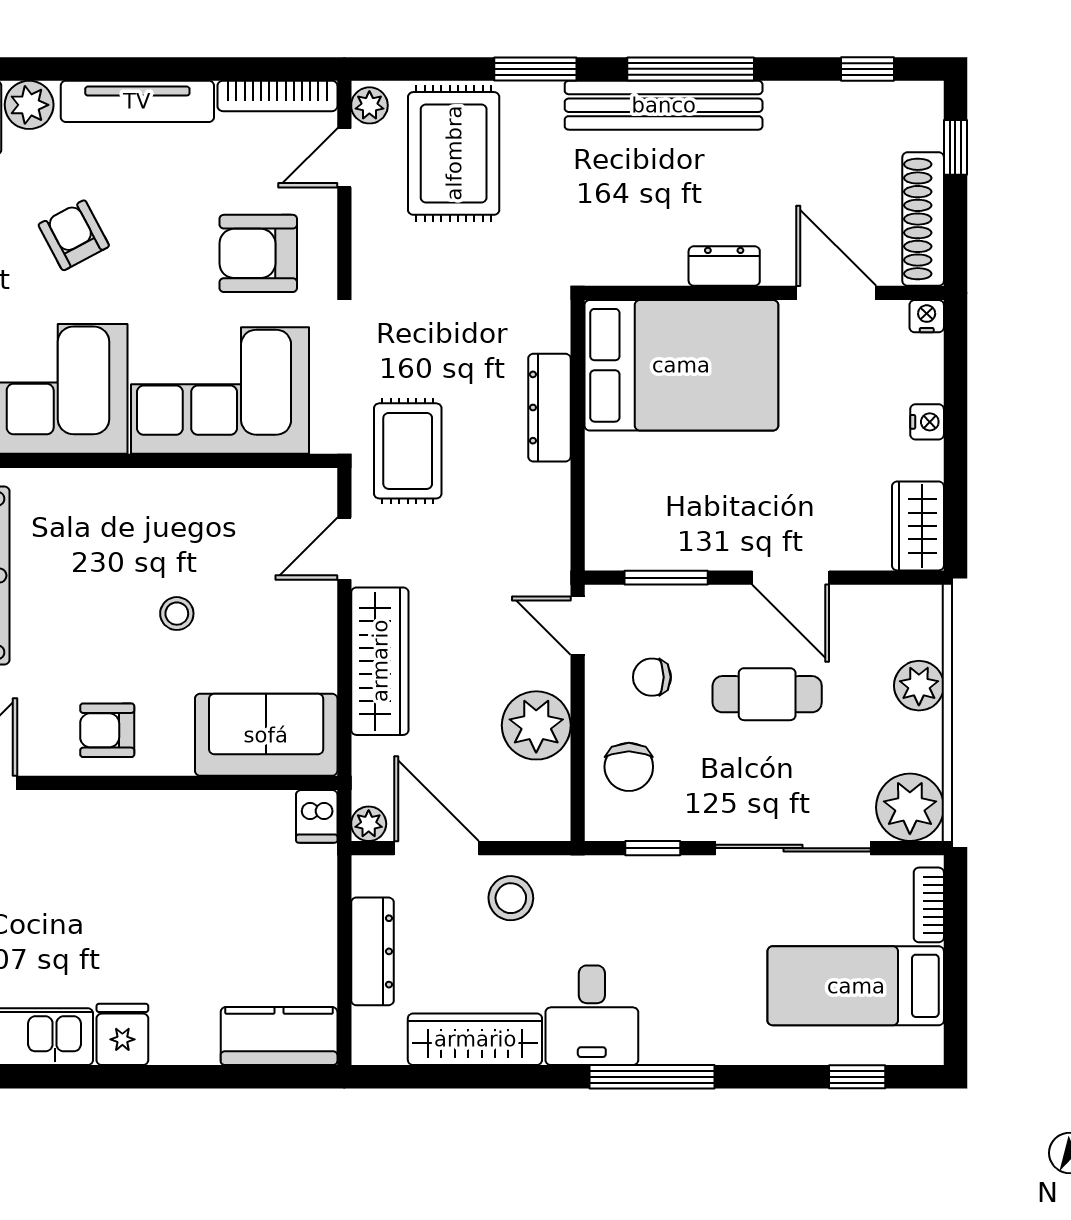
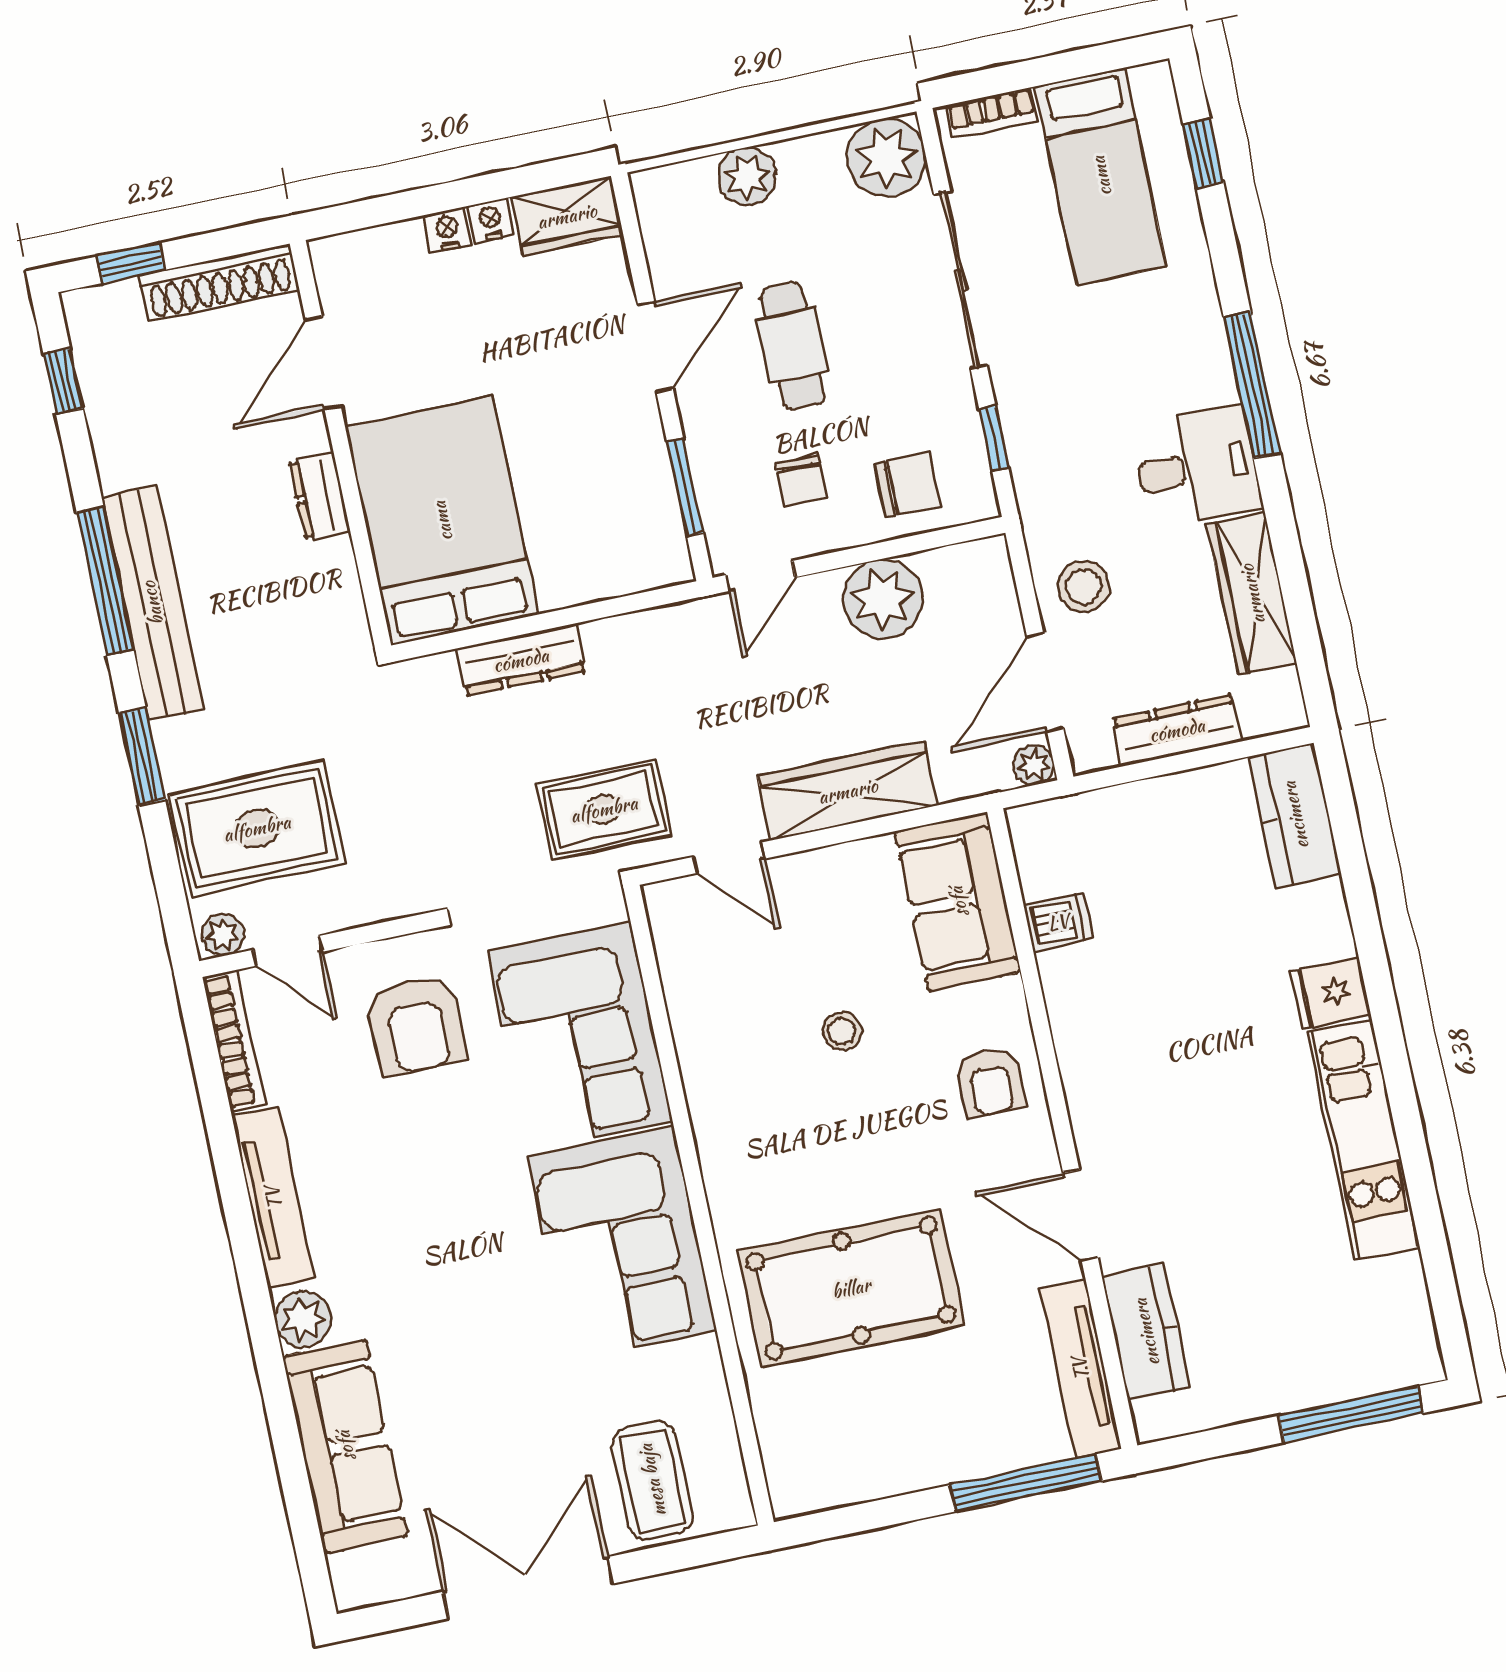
armchair: (74, 235) -> (440, 1238), removed
nightstand: (927, 316) -> (491, 220), moved, turned 90
dishwasher: (317, 816) -> (1058, 922), moved

